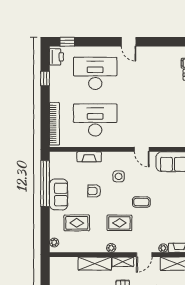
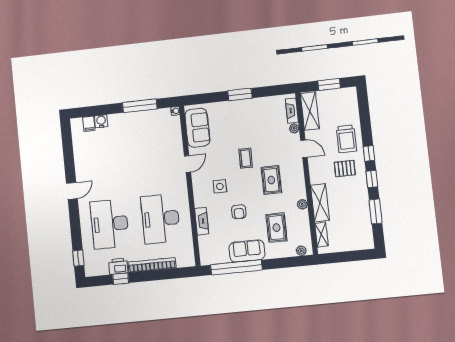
printer: (56, 57) -> (118, 266), moved
bookcase: (54, 124) -> (152, 265), moved
plant: (111, 248) -> (302, 204), moved
shelving: (123, 262) -> (321, 235), moved

